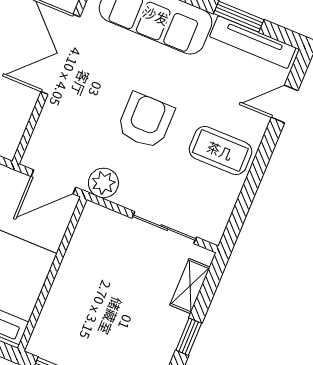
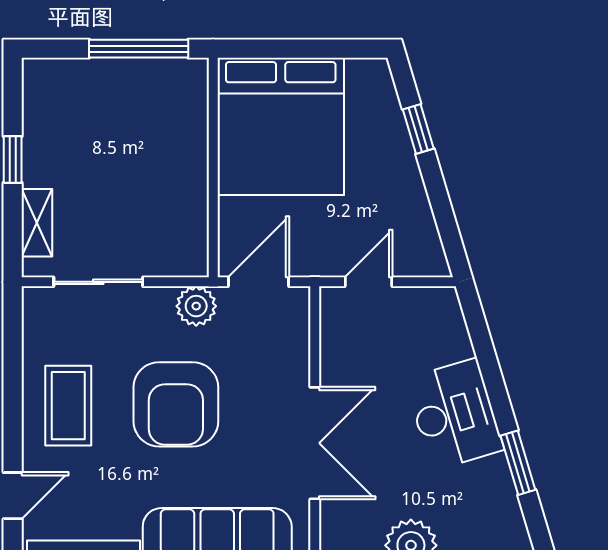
armchair: (146, 121) -> (176, 404), width x1.36, depth x1.36
coffee table: (220, 150) -> (68, 406), turned 90

